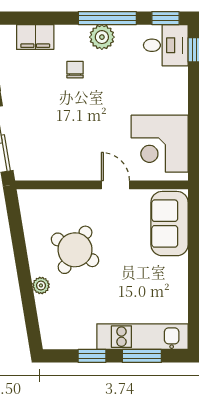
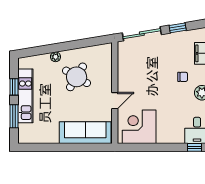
sofa: (170, 224) -> (85, 133), width x1.36
kitchen unit: (142, 337) -> (25, 96), moved

